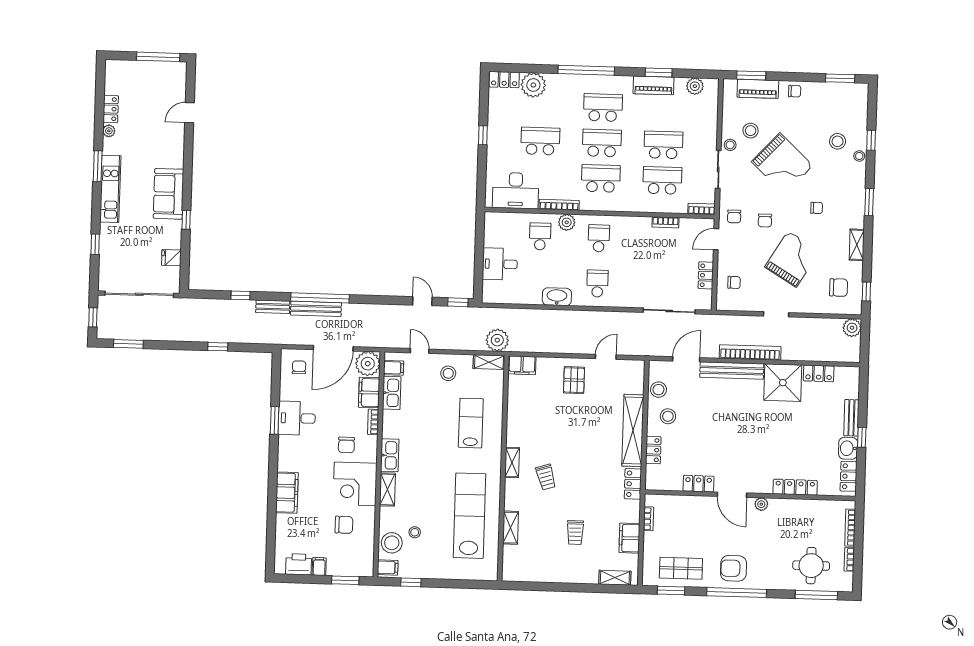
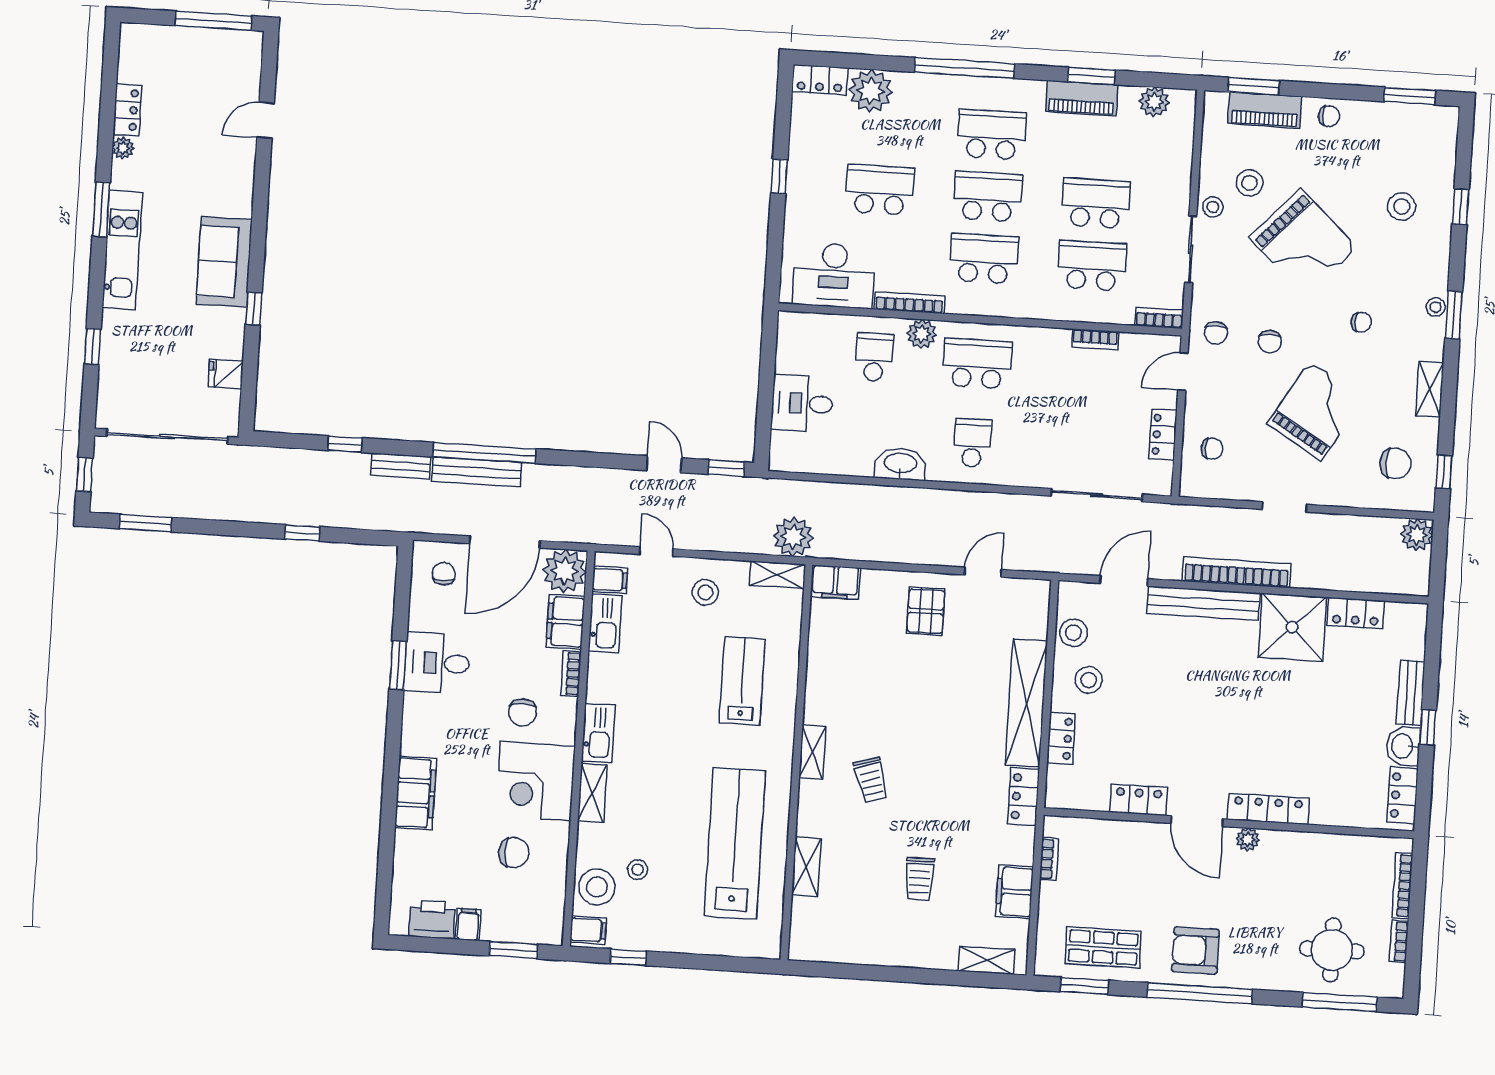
stool: (859, 156) -> (1436, 307), moved
school desk: (599, 238) -> (977, 364), width x1.85
locker: (795, 487) -> (1268, 809), moved

